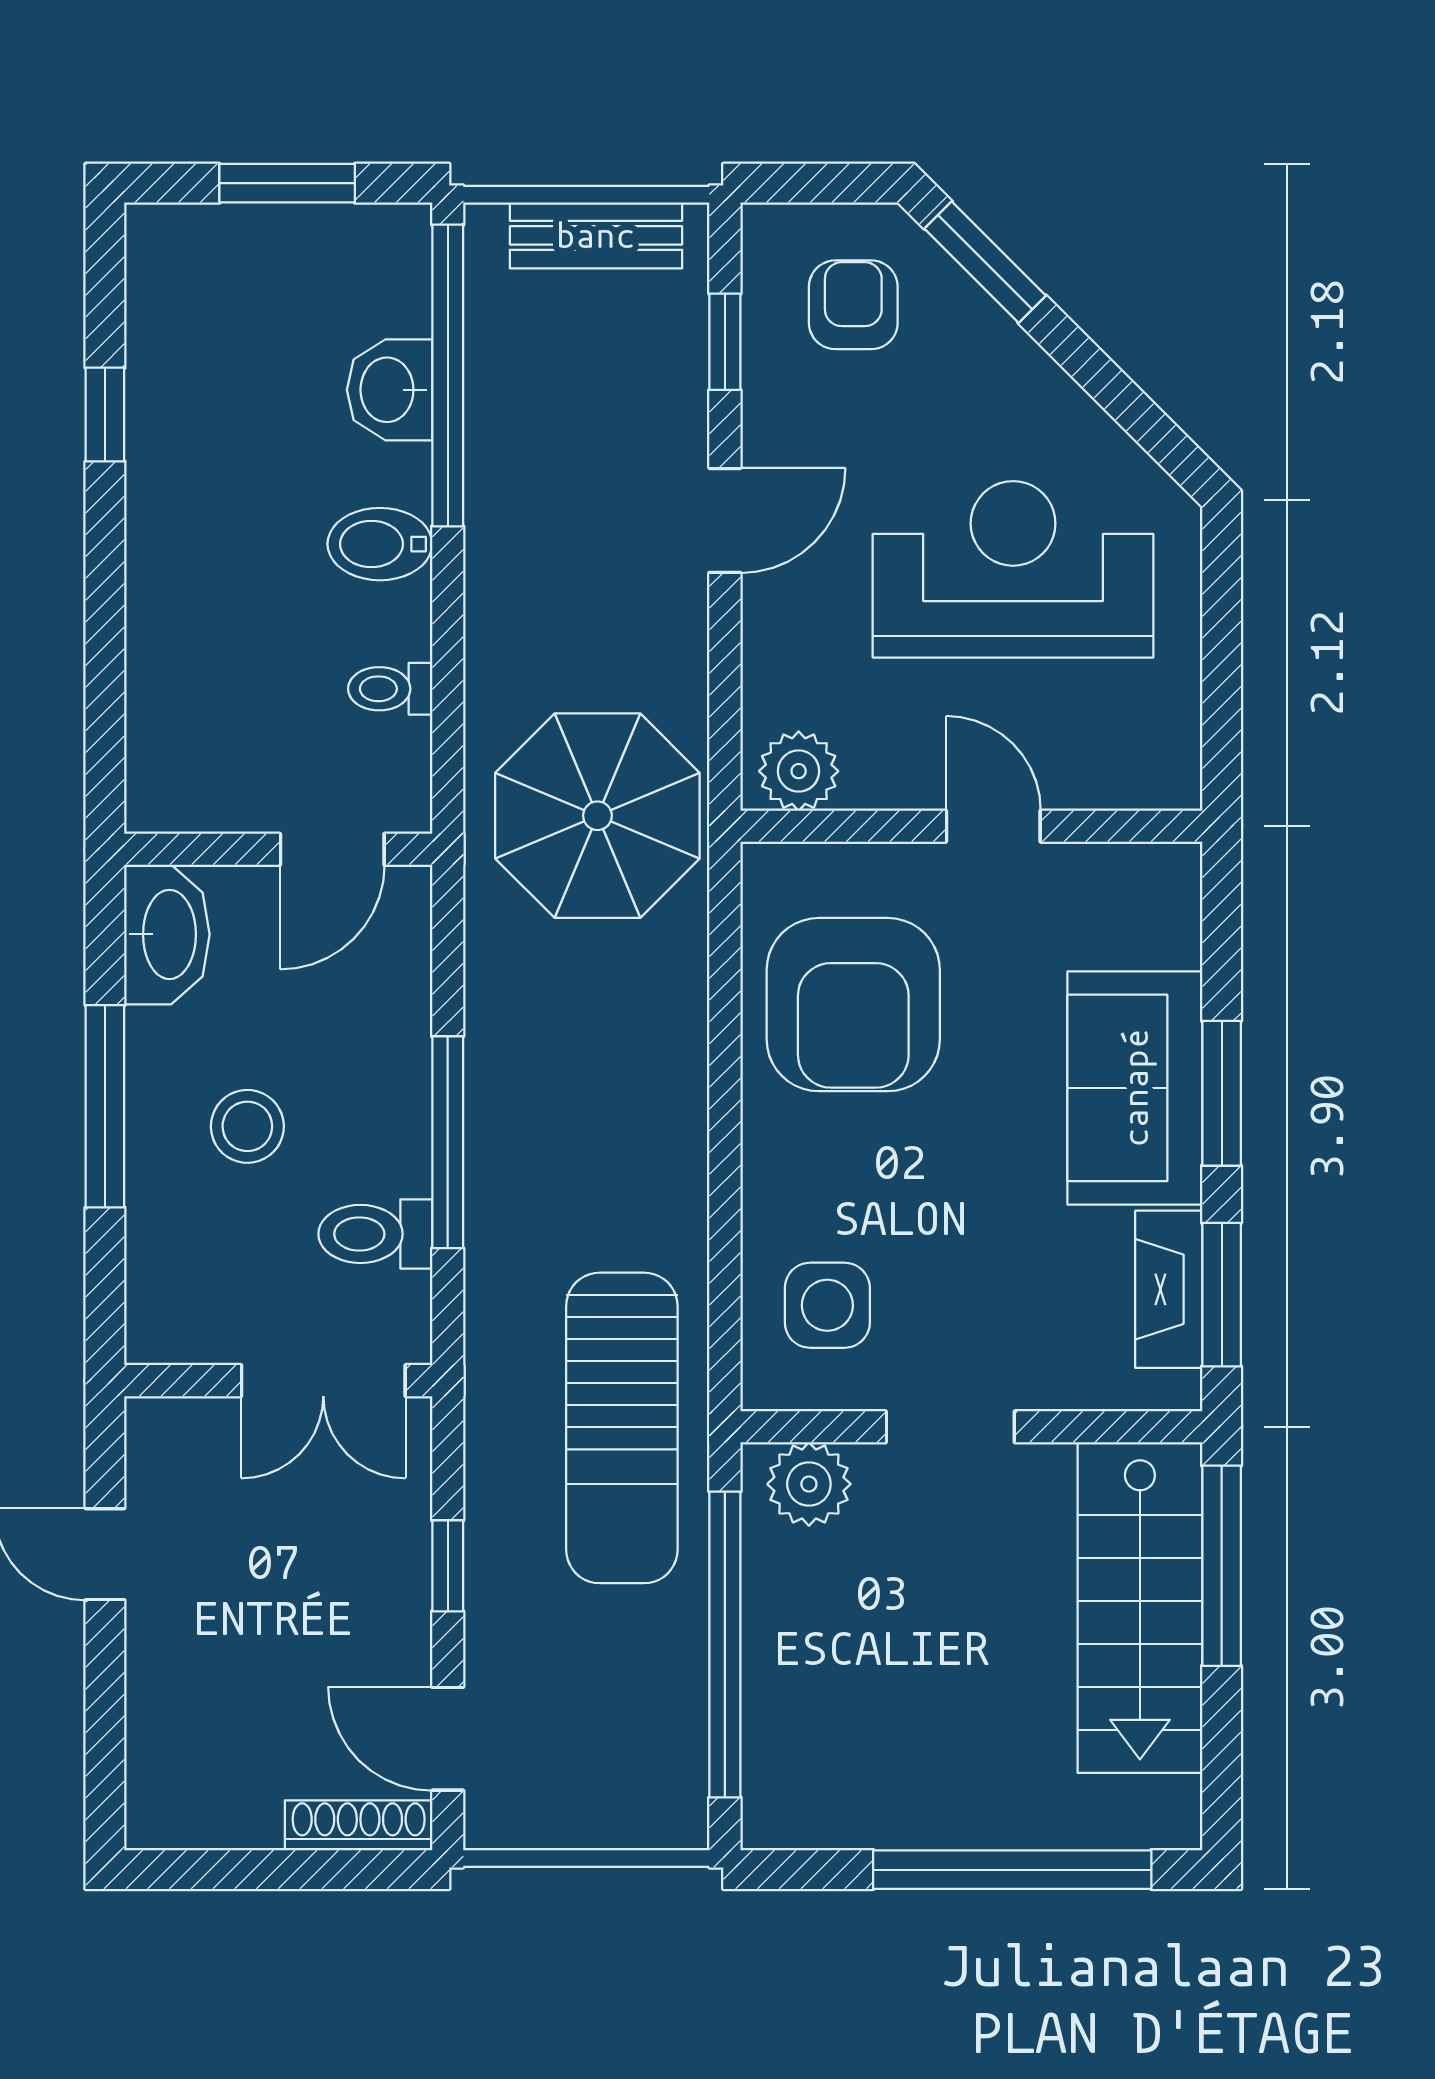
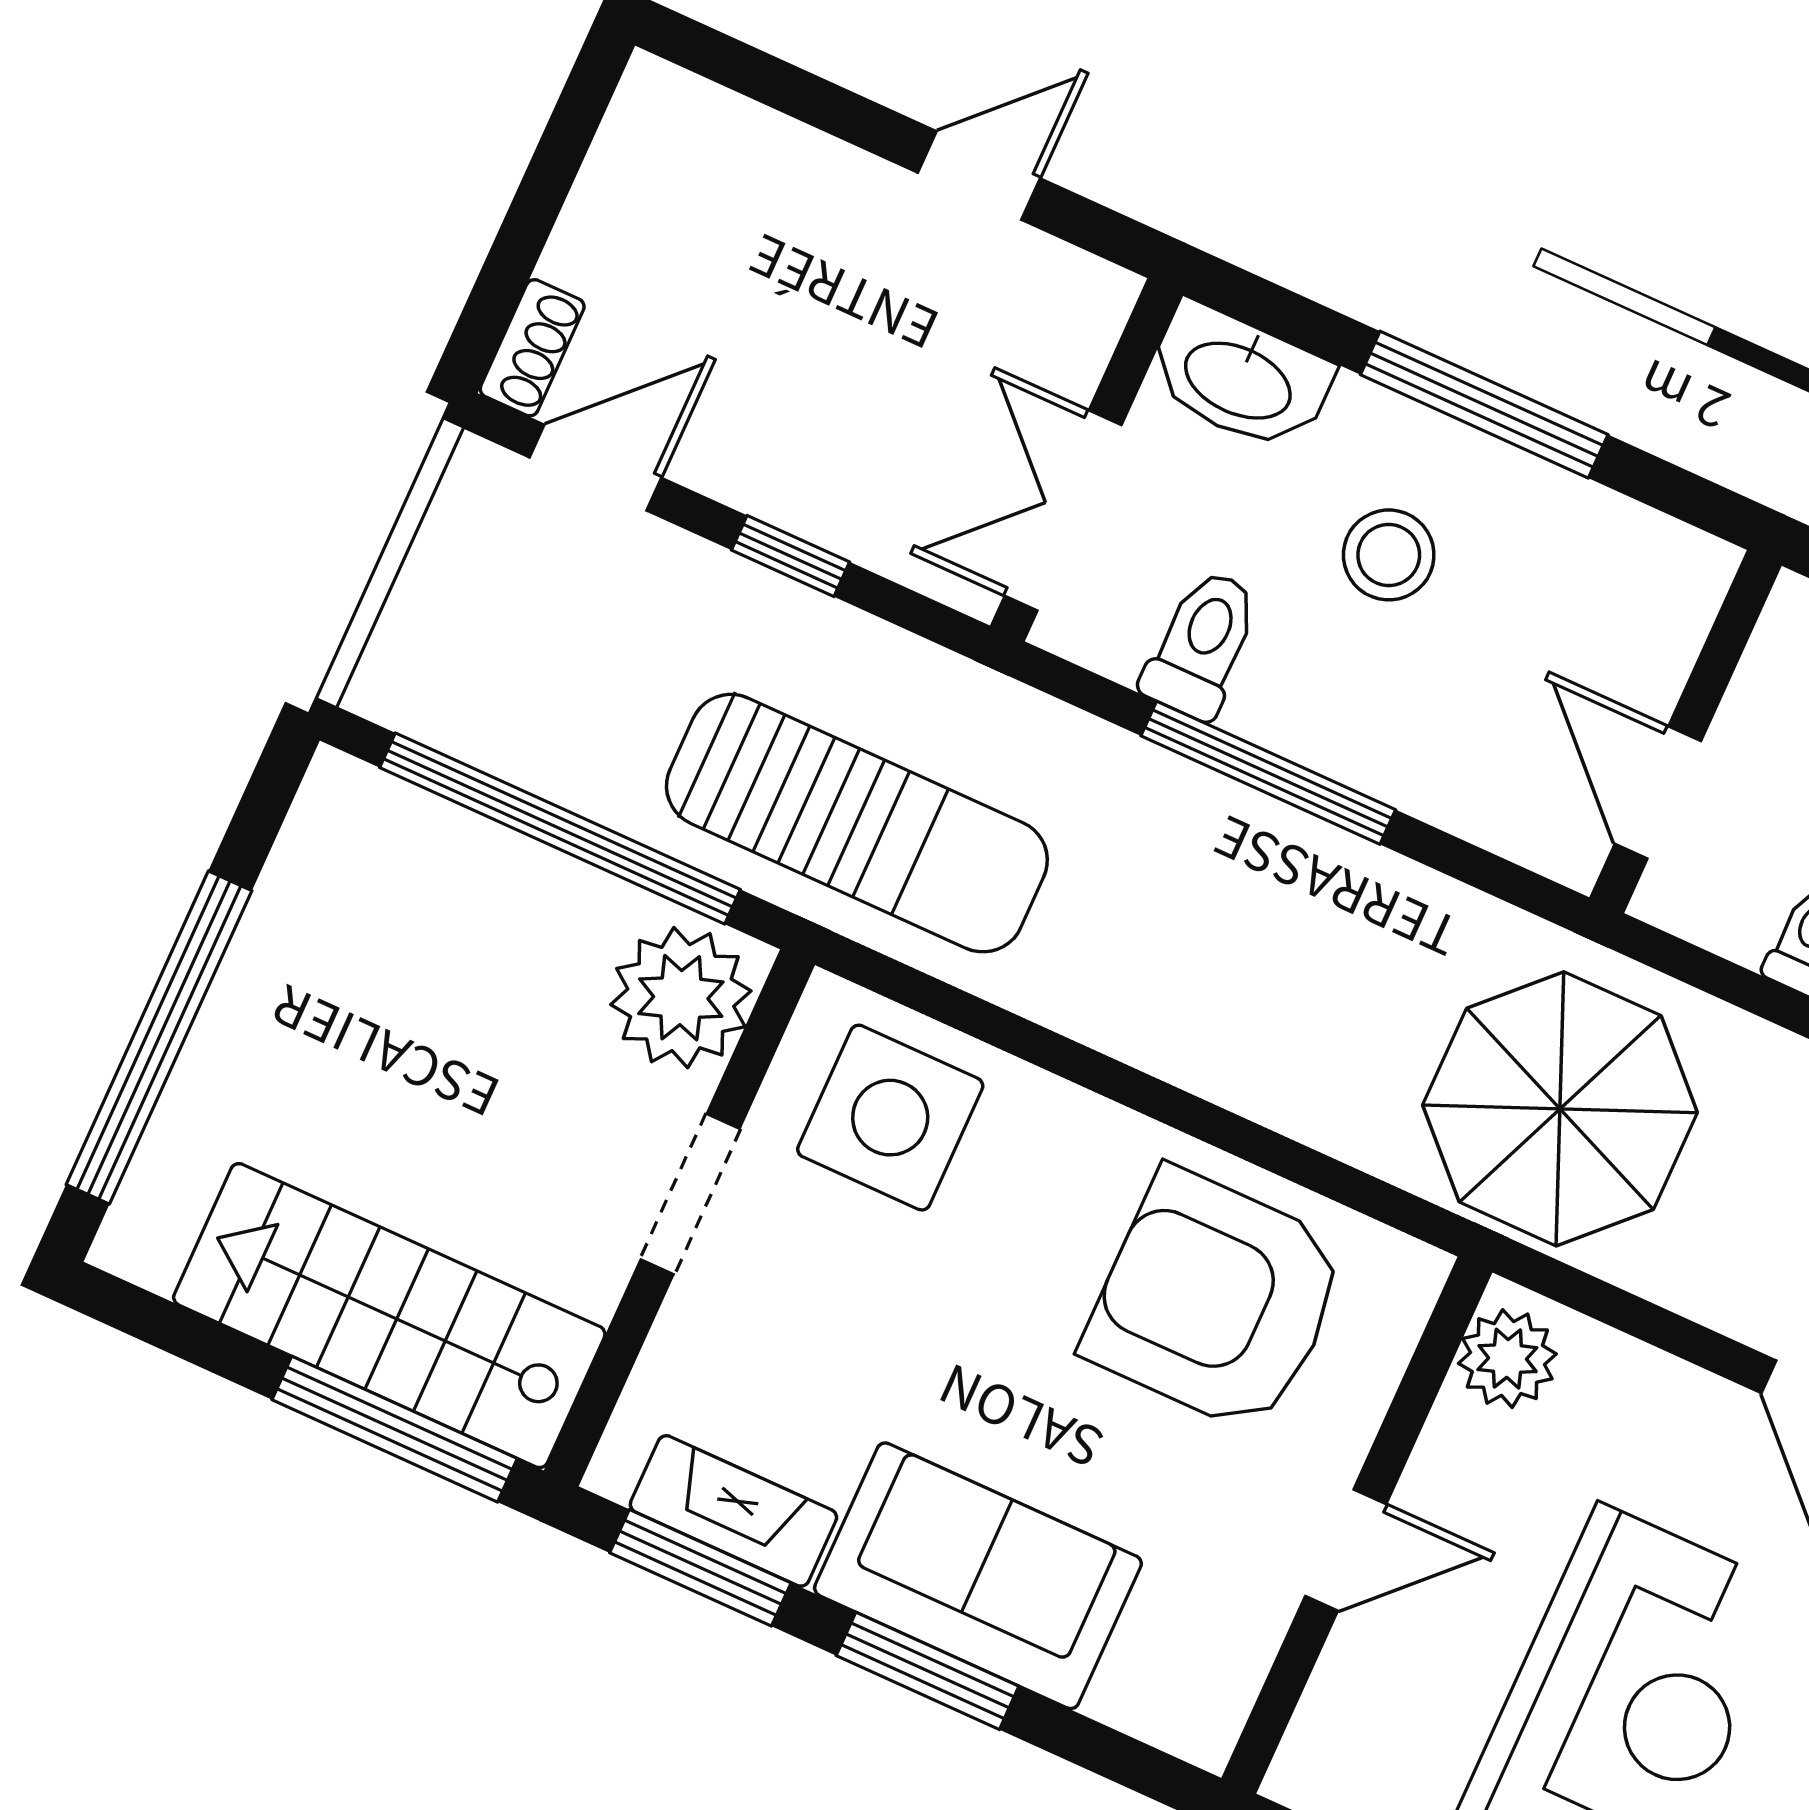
washbasin: (167, 934) -> (1239, 378), moved
side table: (827, 1305) -> (890, 1118), width x1.37, depth x1.37
sun lounger: (622, 1428) -> (857, 823), turned 180
plant: (809, 1484) -> (681, 998), width x1.36, depth x1.36
shoe rack: (359, 1825) -> (532, 348), width x0.70

